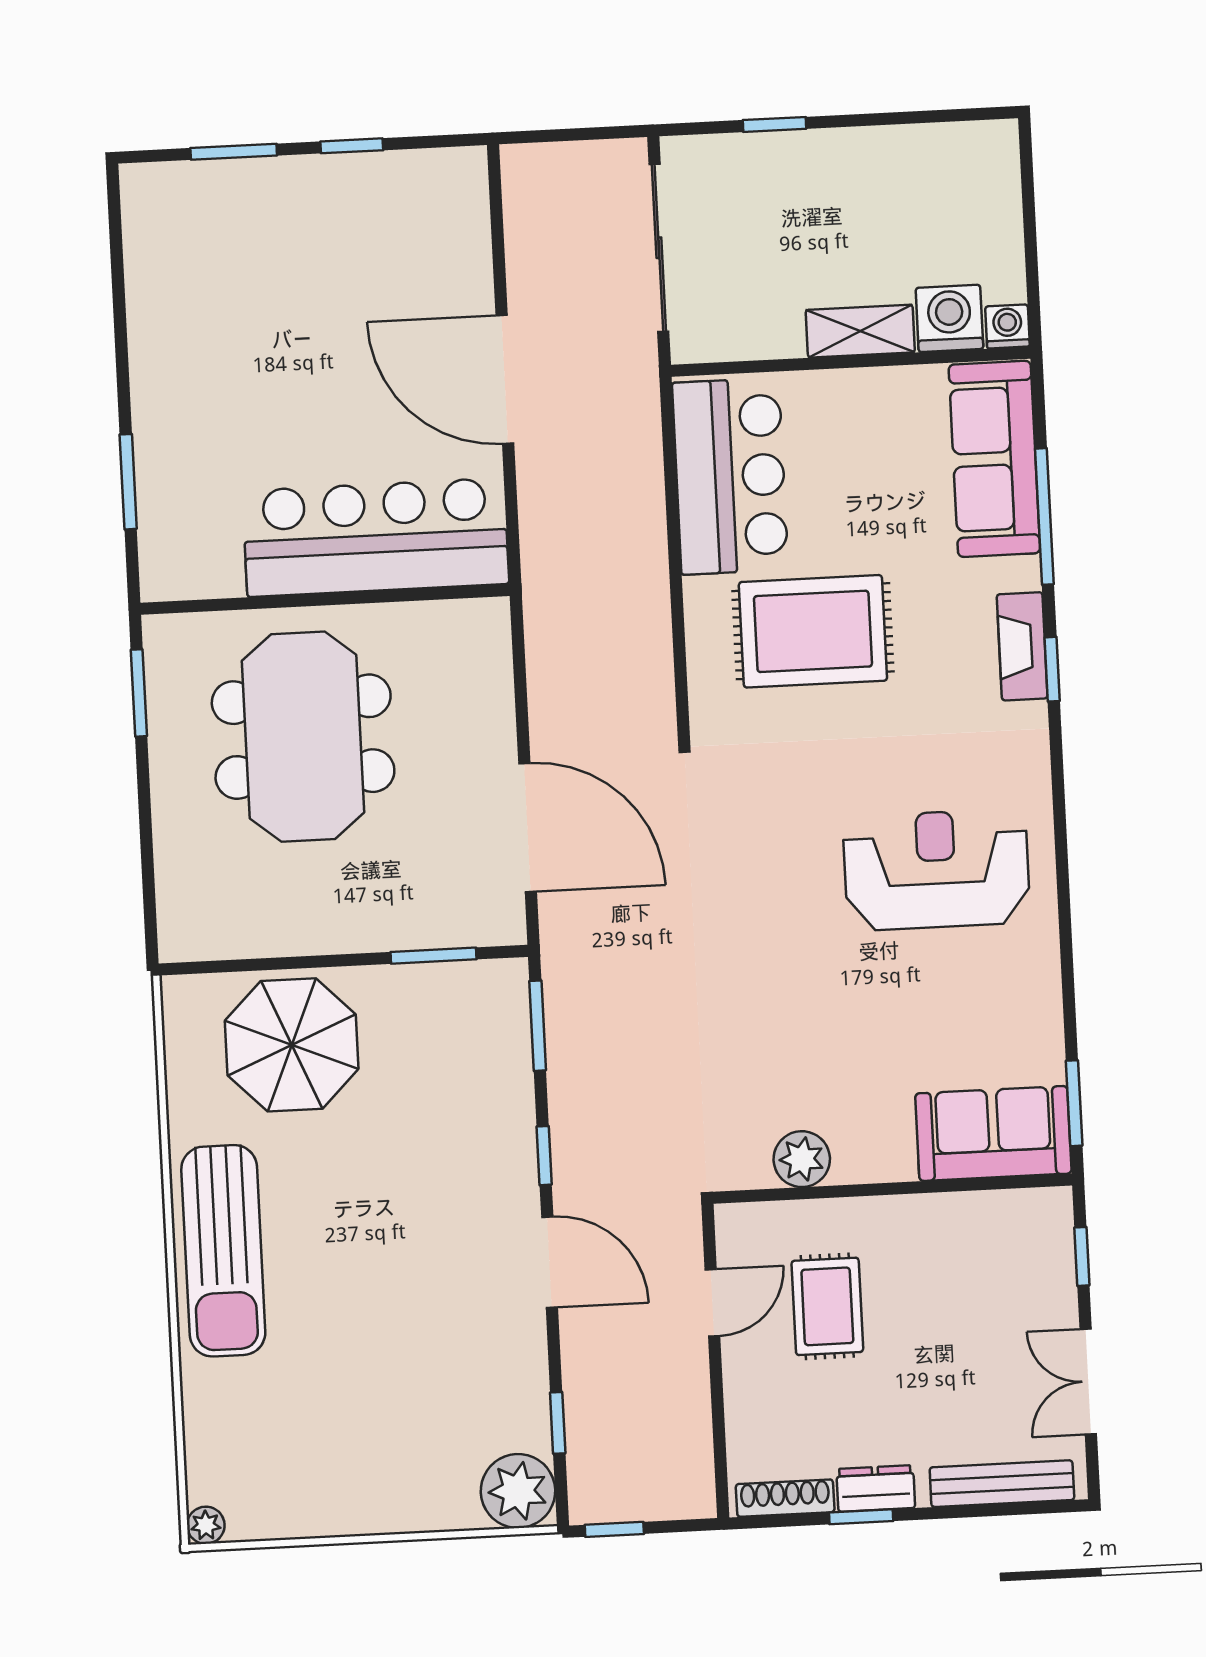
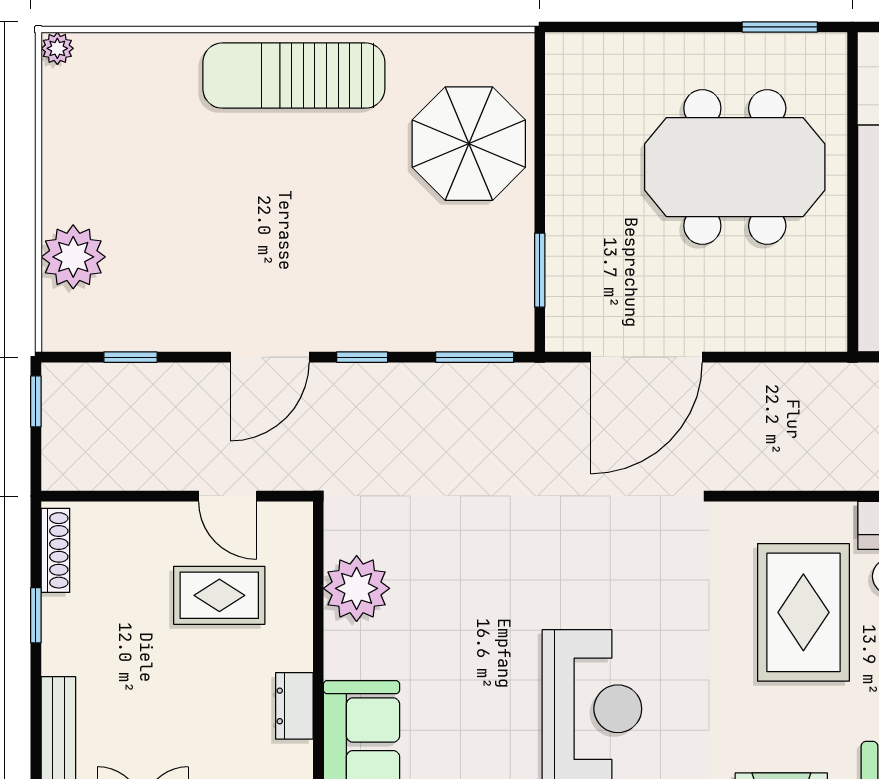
plant: (802, 1159) -> (357, 588), width x1.36, depth x1.36
dresser: (876, 1488) -> (294, 706), moved, turned 180
plant: (518, 1491) -> (73, 257), moved

